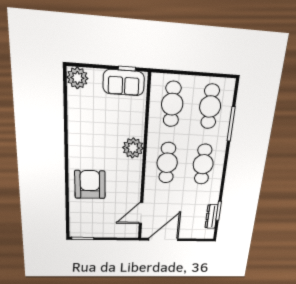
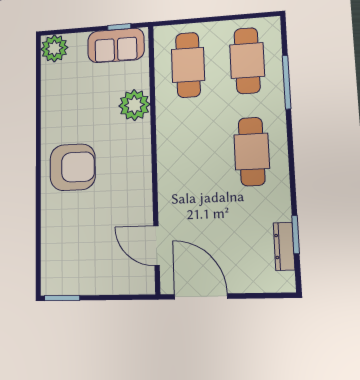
plant: (133, 148) -> (134, 105), moved
cafe table: (167, 163) -> (191, 154), removed
armchair: (90, 185) -> (73, 167), moved, turned 91
door: (141, 213) -> (157, 246), hinge flipped
door: (163, 239) -> (201, 296), hinge flipped

